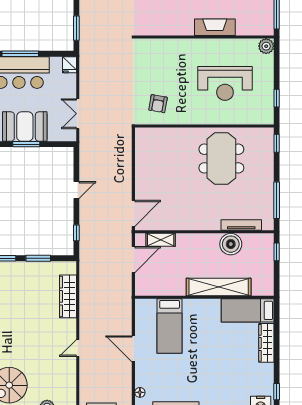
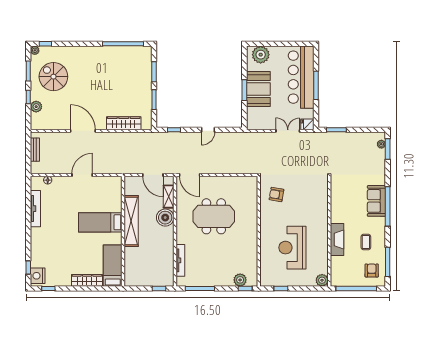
double door: (78, 114) -> (288, 131), moved
plant: (266, 150) -> (240, 280), added
meeting table: (221, 159) -> (214, 216), moved
door: (76, 190) -> (208, 130), hinge flipped
boiler: (231, 244) -> (165, 218), moved
shelving: (219, 287) -> (131, 221), moved
bed: (170, 326) -> (100, 222), moved
door: (78, 348) -> (83, 131), width x1.88

